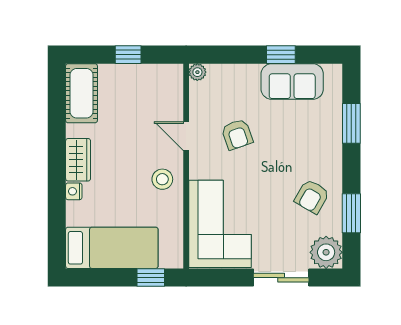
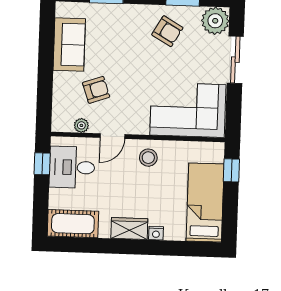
window: (128, 55) -> (42, 164), moved
window: (281, 55) -> (46, 53), removed
plant: (197, 72) -> (81, 125), moved
desk: (148, 90) -> (72, 167), added
armchair: (237, 134) -> (96, 90), moved

